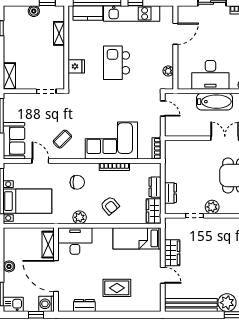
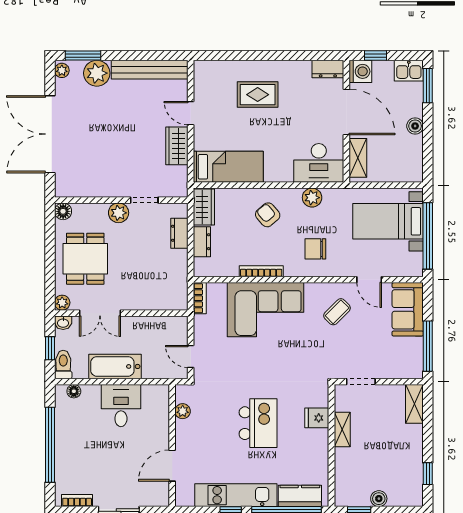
shelving: (59, 33) -> (342, 429), moved
desk: (210, 75) -> (121, 406), width x0.73
dresser: (84, 305) -> (328, 69), moved

